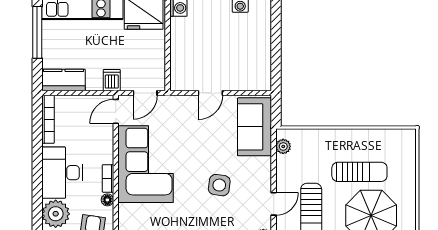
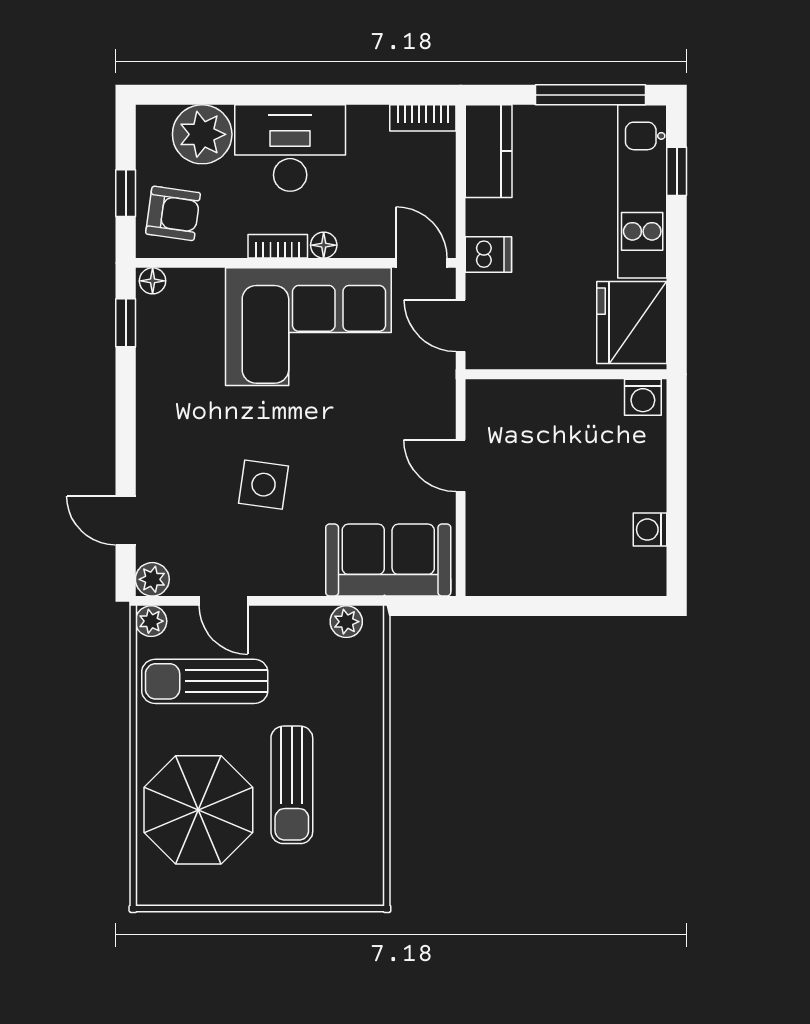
bookcase: (48, 119) -> (423, 118), width x0.64
floor lamp: (107, 200) -> (324, 245), moved

